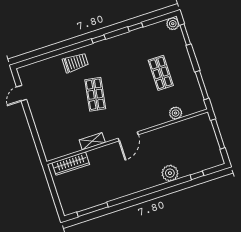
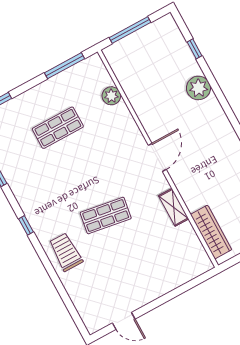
door: (128, 136) -> (157, 157), hinge flipped

